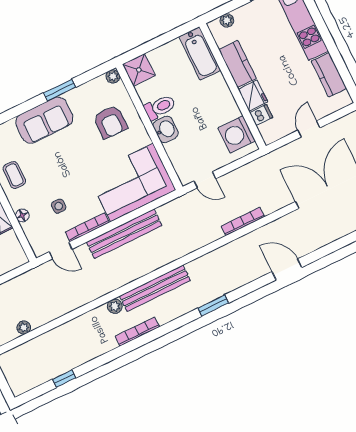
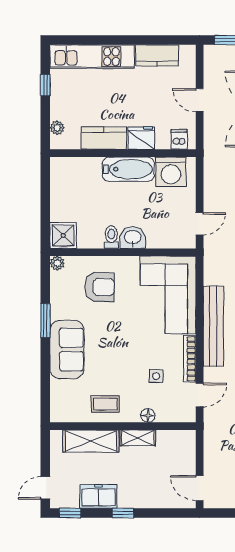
bathtub: (200, 53) -> (128, 169), moved
toilet: (160, 107) -> (111, 237), width x0.73, depth x0.72
dishwasher: (261, 115) -> (179, 139), moved

